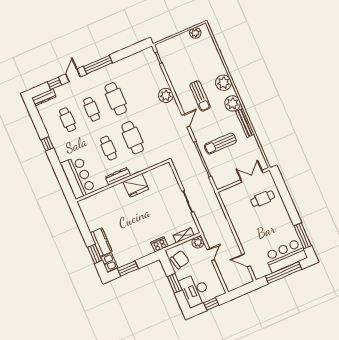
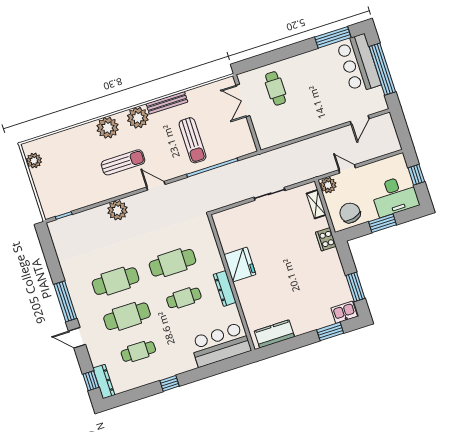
window: (55, 83) -> (91, 381), moved
cafe table: (92, 109) -> (127, 316), width x1.37, depth x1.35
kitchen counter: (101, 242) -> (274, 334), moved

